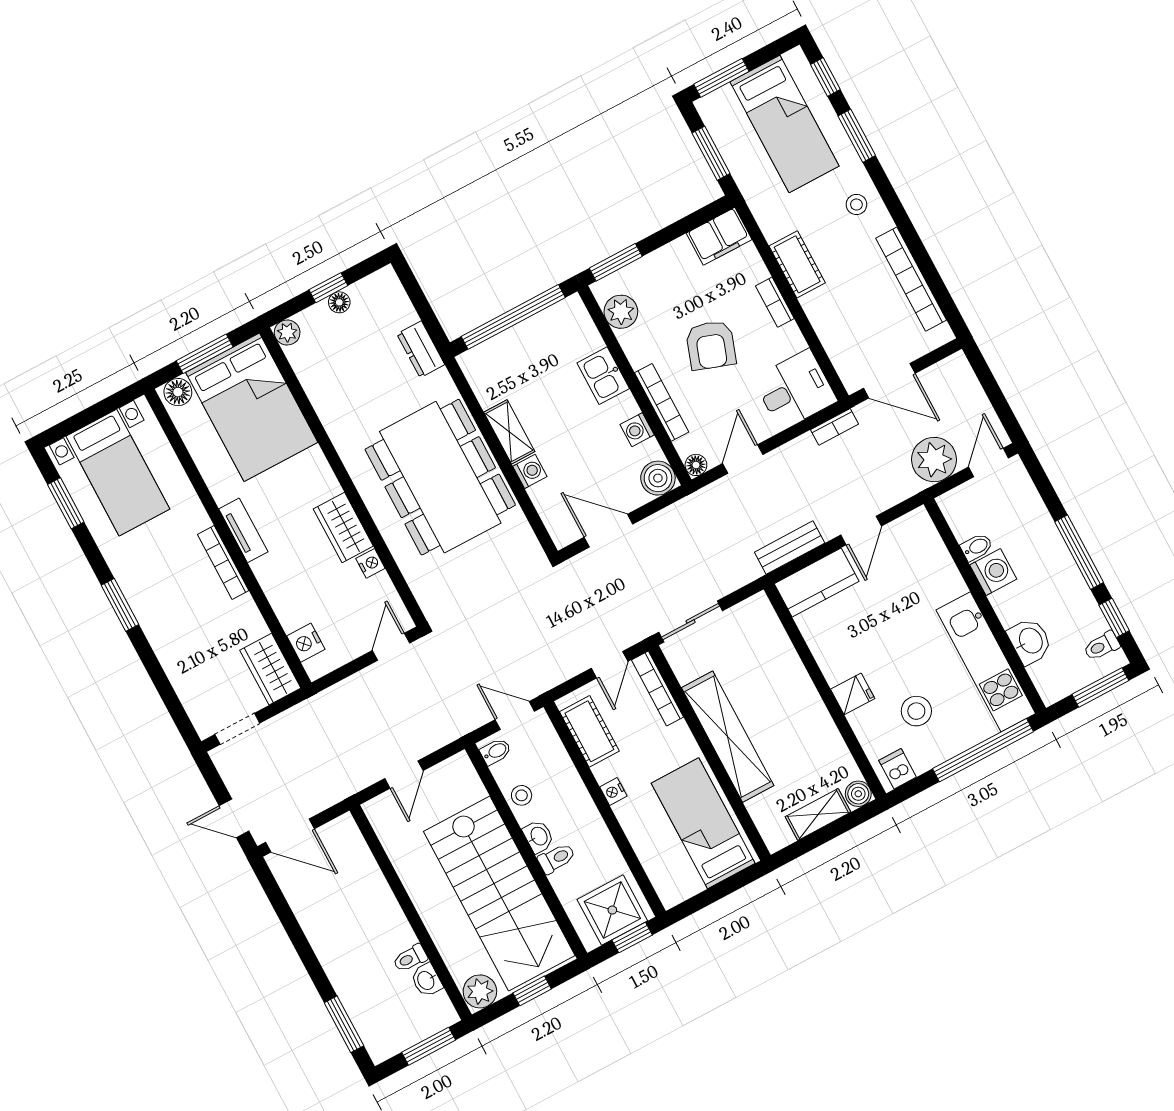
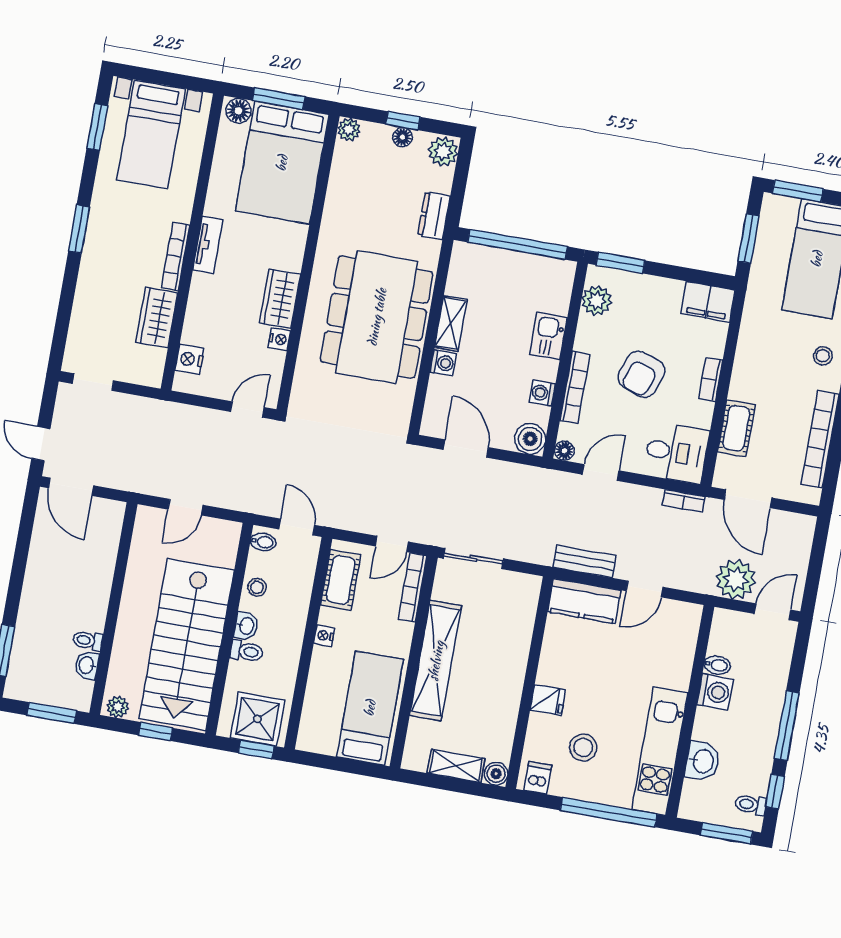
cot: (797, 264) -> (736, 428), moved
plant: (385, 287) -> (443, 152), added
wardrobe: (270, 669) -> (157, 318), moved
plant: (480, 991) -> (118, 707), width x0.73, depth x0.73

